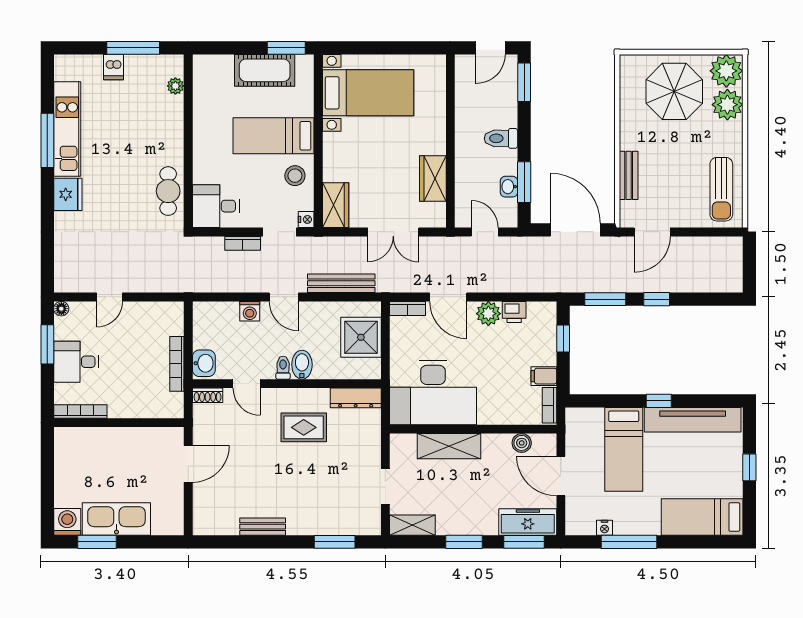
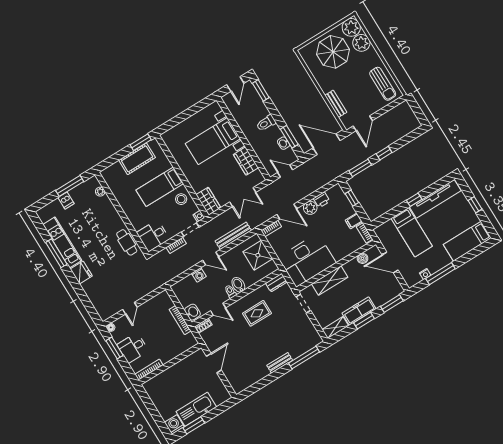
bed with nightstands: (368, 93) -> (213, 141), moved, turned 180
dresser: (356, 398) -> (276, 283), width x0.70
doorway: (385, 486) -> (303, 304), moved
freezer: (528, 522) -> (359, 311), moved
bench: (263, 527) -> (280, 363), moved
window: (335, 542) -> (304, 358), width x1.44

